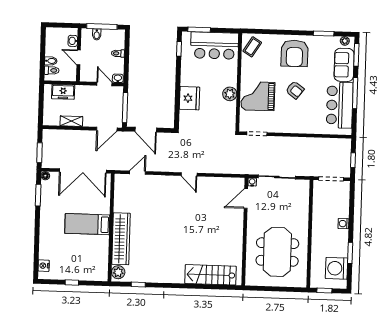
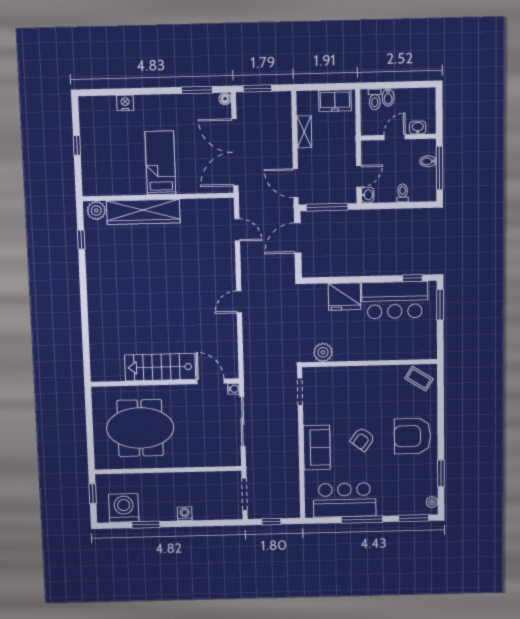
bar counter: (215, 46) -> (395, 300), moved, turned -90
sofa: (344, 65) -> (317, 448), moved, turned 90
freezer: (63, 92) -> (335, 101), moved, turned -90
plant: (230, 94) -> (323, 352), moved
grand piano: (258, 96) -> (352, 390), removed
nightstand: (44, 266) -> (125, 103), moved
stairs: (210, 275) -> (160, 367), moved, turned -90

